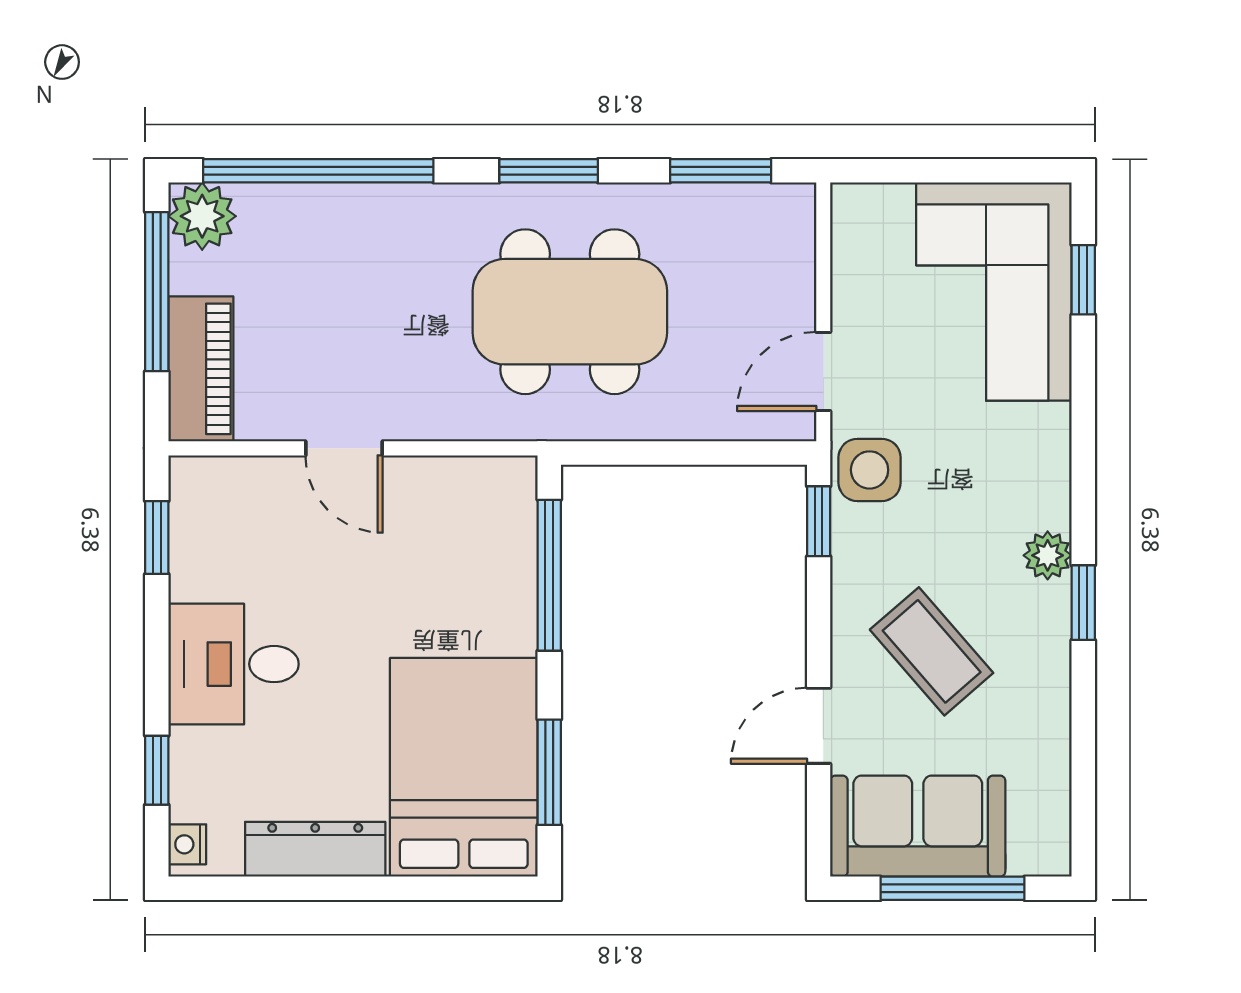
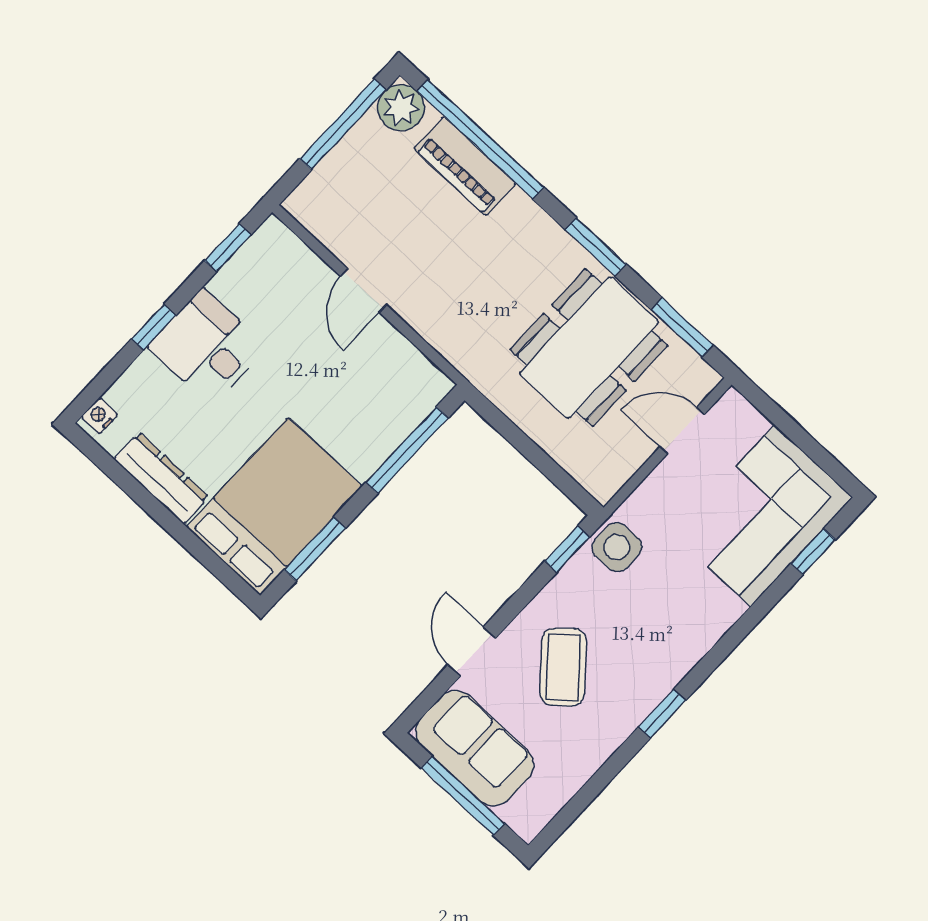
dining table: (570, 312) -> (589, 348), moved, turned 90
piano: (201, 369) -> (465, 166), moved, turned 90
door: (823, 371) -> (682, 431), moved
plant: (1048, 555) -> (666, 673), removed
door: (819, 726) -> (472, 652), hinge flipped
window: (157, 770) -> (154, 327), moved

